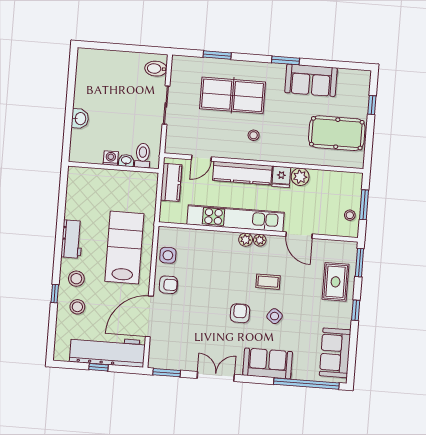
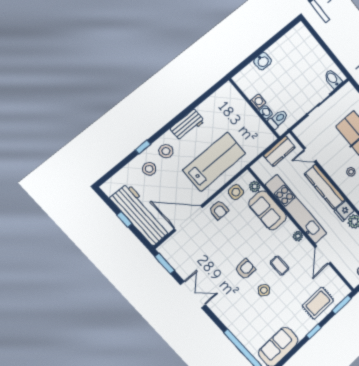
plant: (246, 240) -> (255, 186), moved
sofa: (268, 363) -> (268, 210), moved, turned 180

